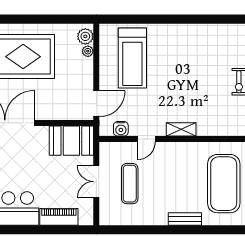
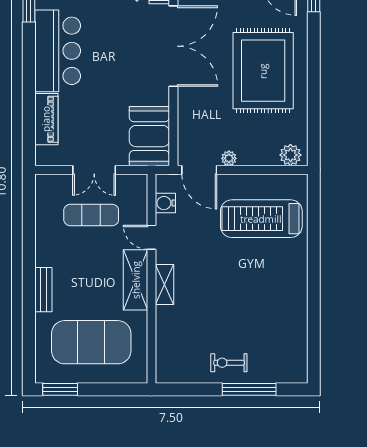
plant: (88, 51) -> (229, 158), moved
shelving: (178, 151) -> (136, 280), added
double door: (96, 182) -> (94, 170), swing flipped

